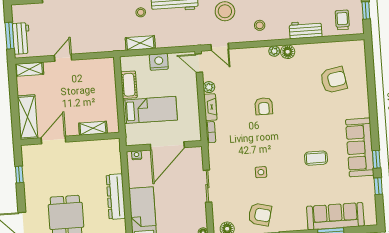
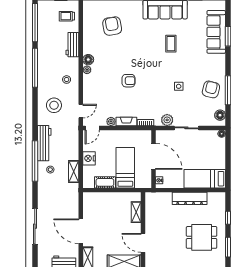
door: (63, 58) -> (81, 231), width x1.87
plant: (216, 160) -> (167, 120), added

